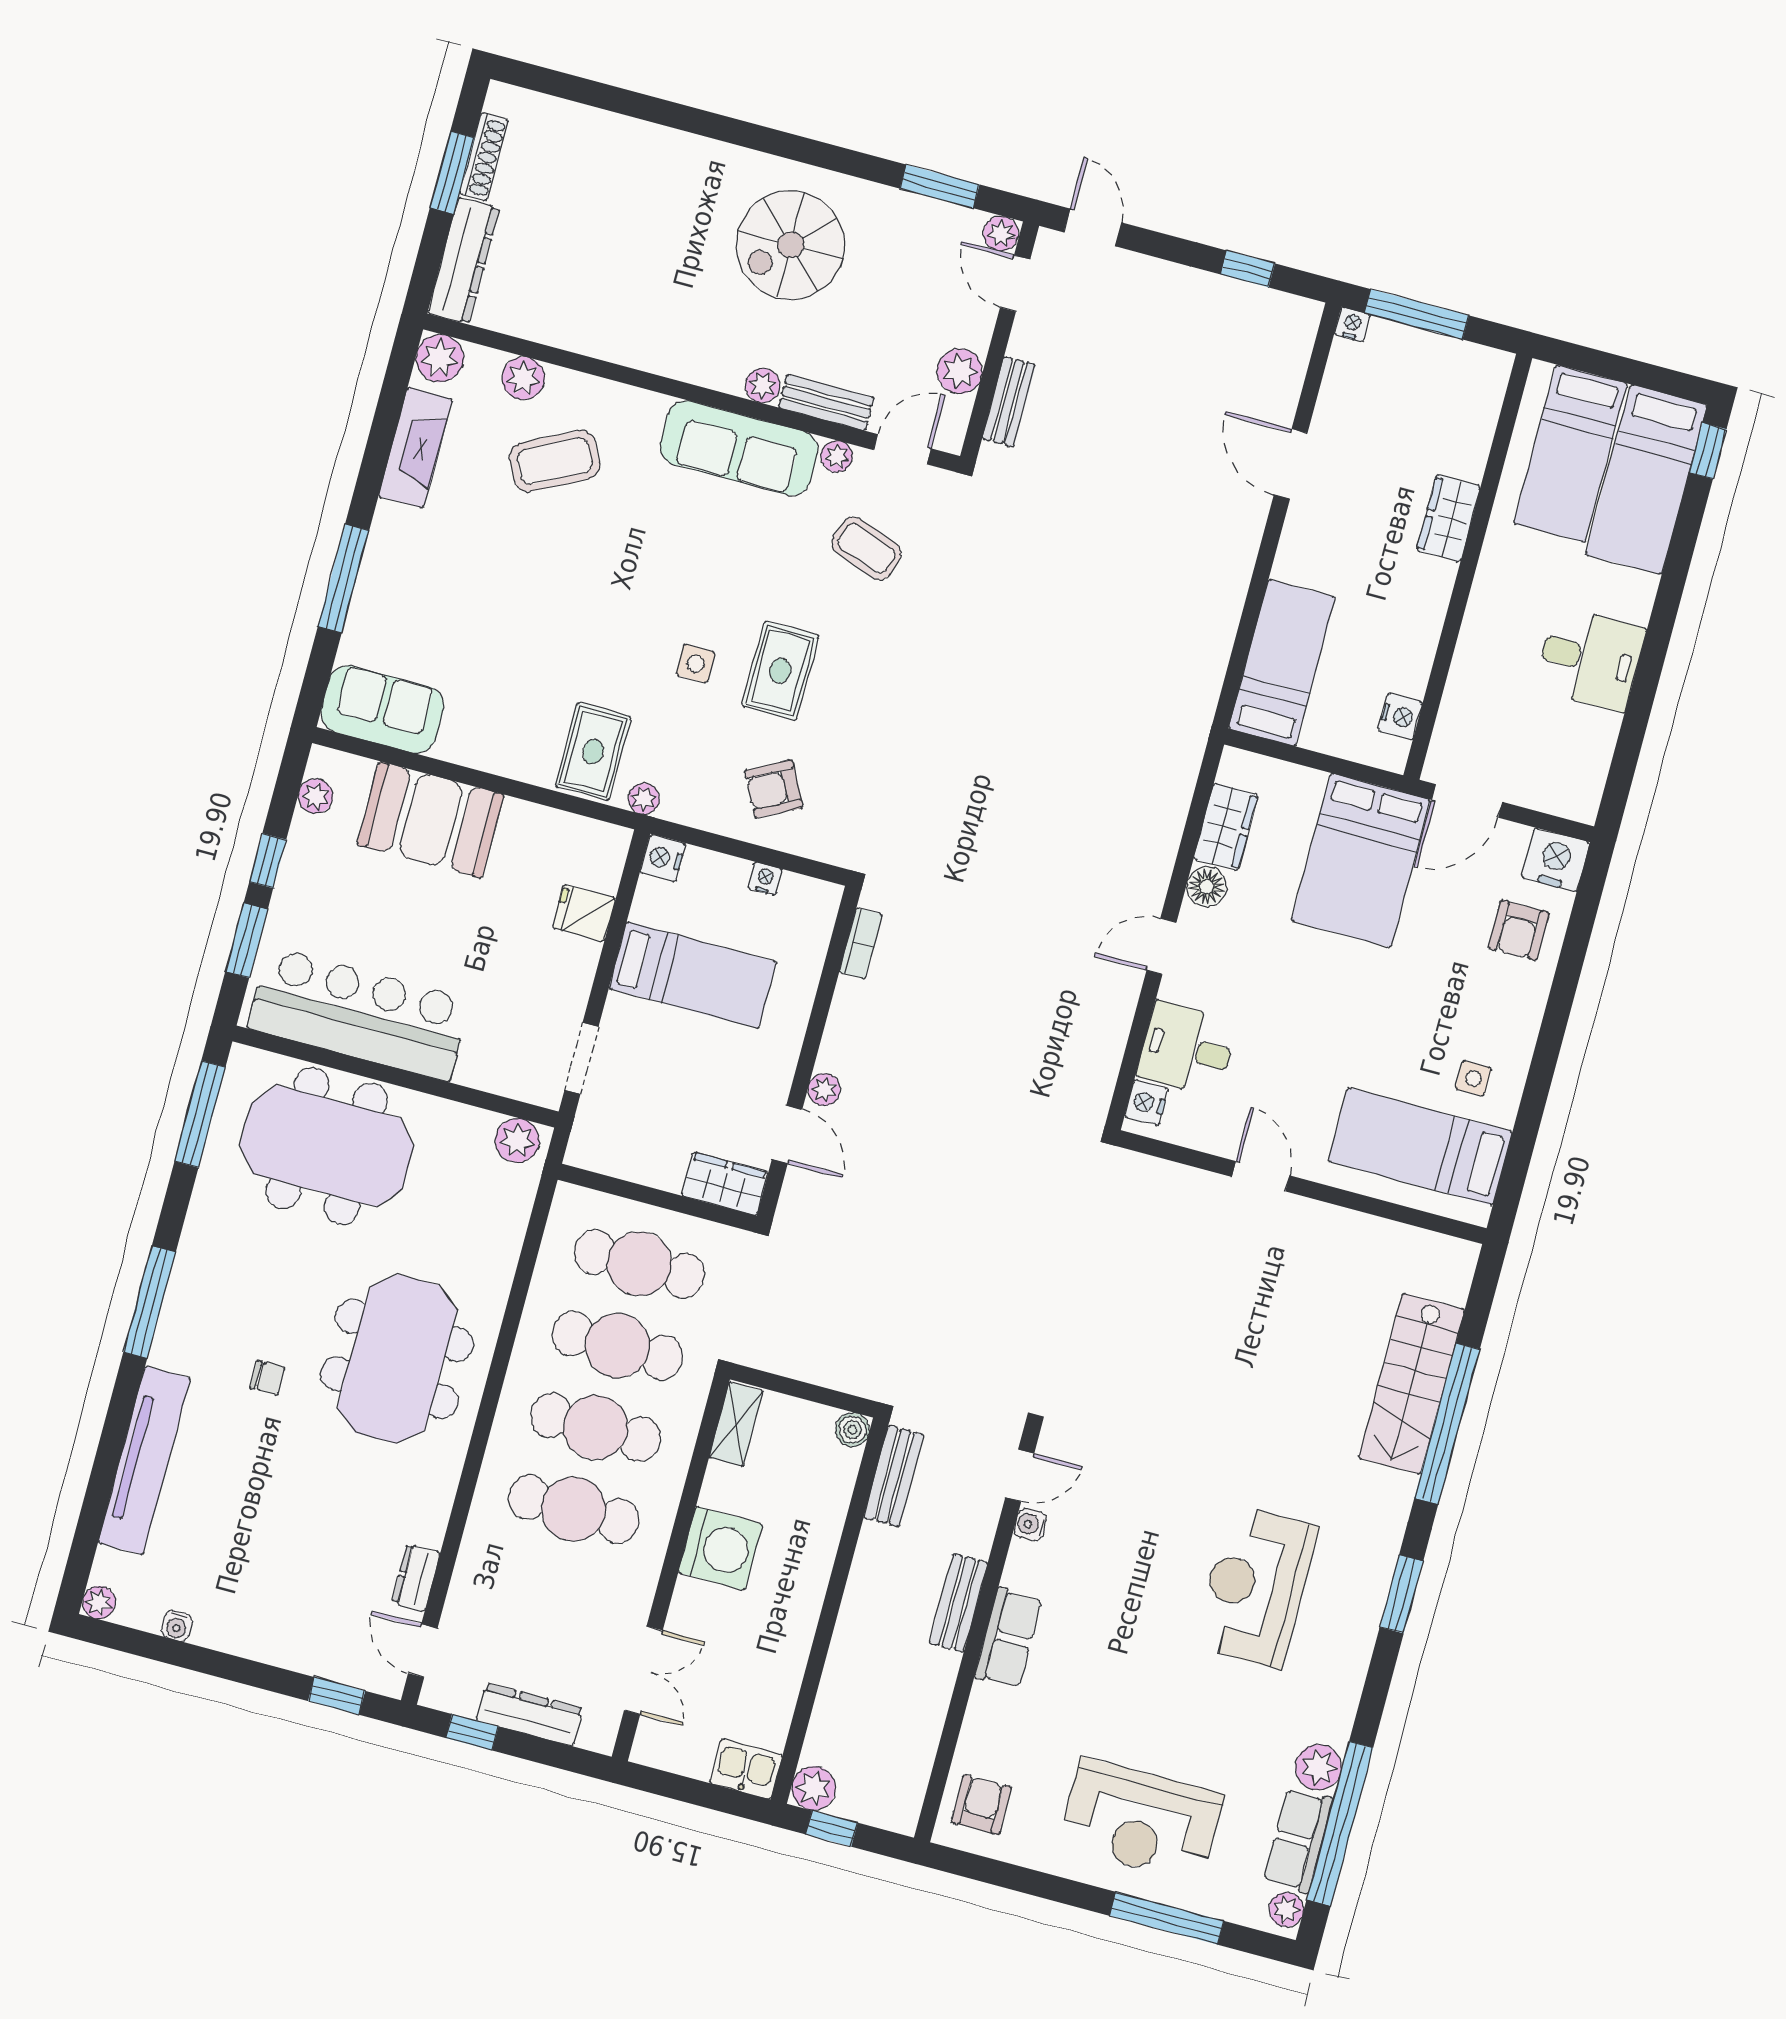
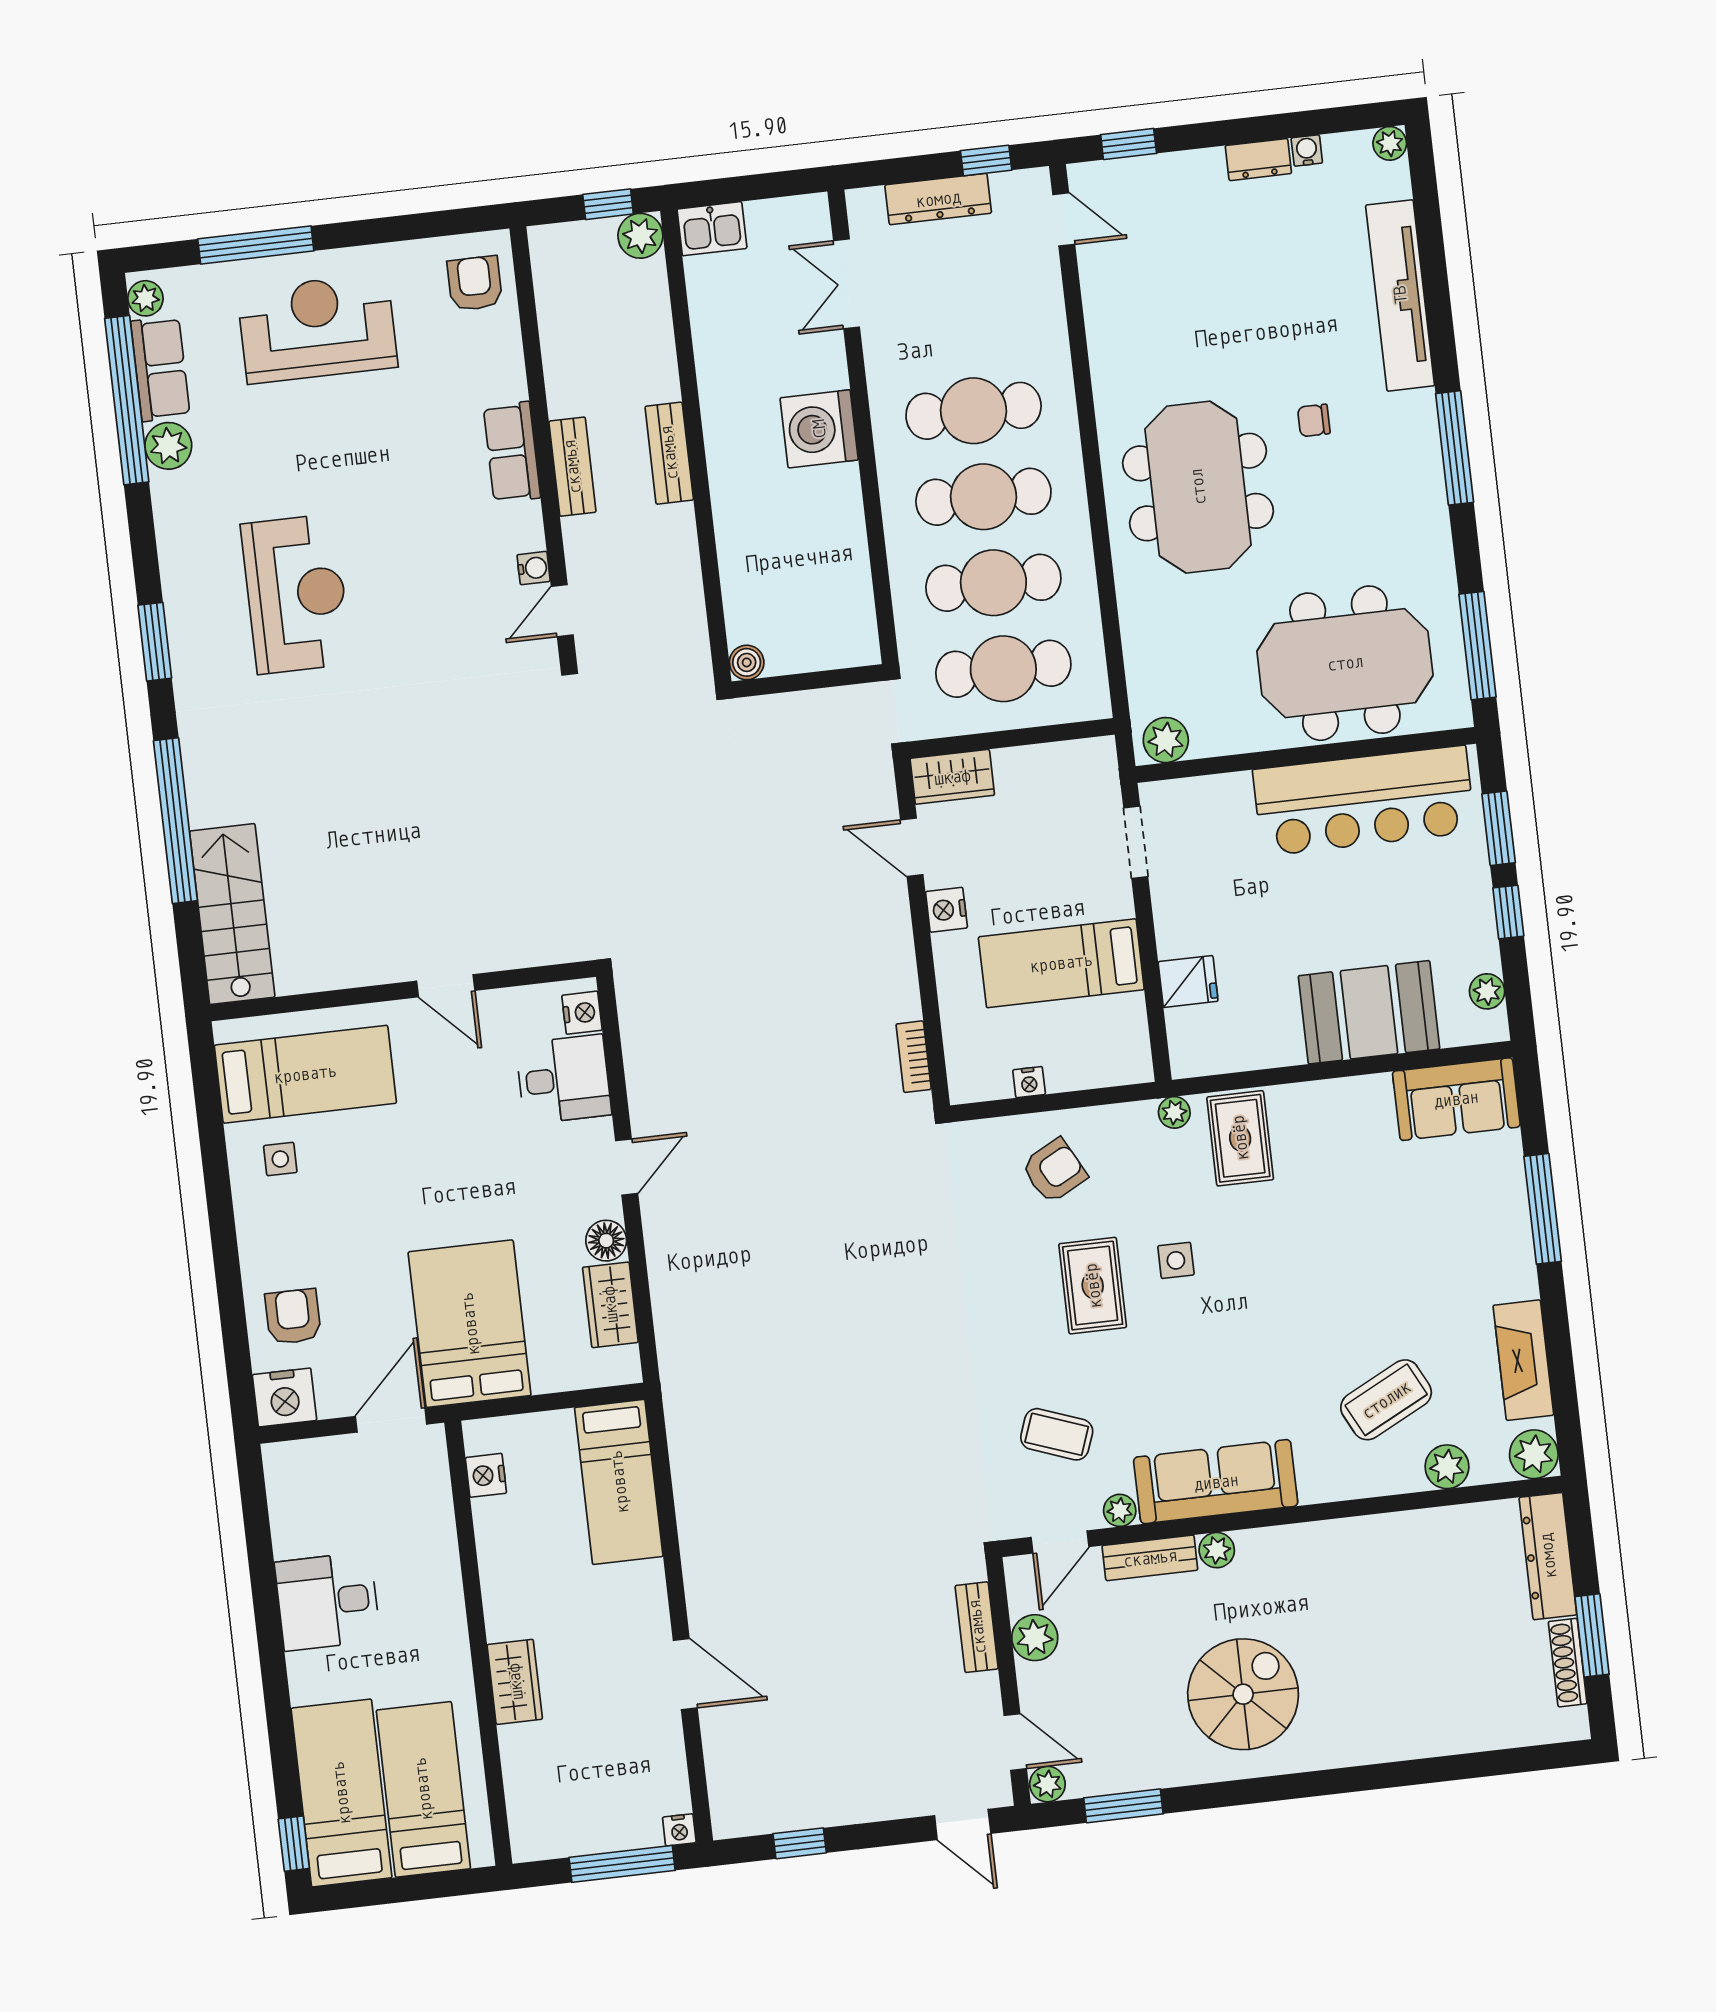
nightstand: (663, 858) -> (946, 910), moved, turned 180
plant: (824, 1090) -> (893, 904), removed
stairs: (1412, 1384) -> (232, 914), moved
wall: (804, 1391) -> (808, 681), moved
shelving: (736, 1424) -> (851, 553), removed
boiler: (852, 1430) -> (747, 662), moved
bench: (894, 1476) -> (669, 453), moved
dresser: (416, 1578) -> (1258, 160), moved, turned 90
armchair: (981, 1805) -> (475, 283), turned 180

